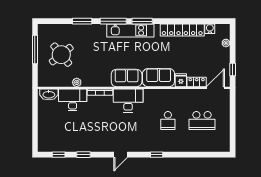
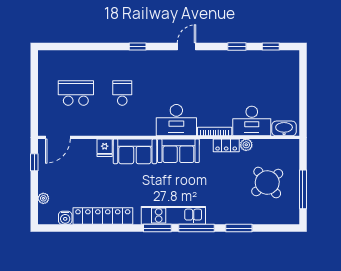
locker: (197, 82) -> (226, 145), moved

